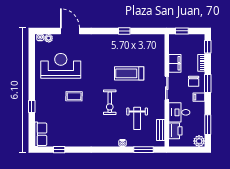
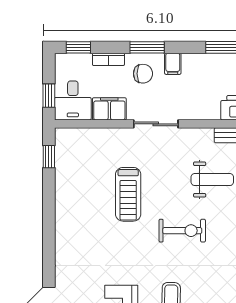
window: (124, 31) -> (49, 157), moved
desk: (179, 112) -> (73, 100), moved

